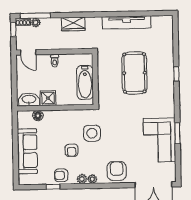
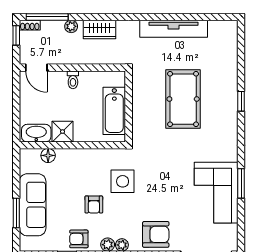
plant: (36, 22) -> (71, 26), moved
window: (16, 157) -> (16, 213), added
armchair: (117, 171) -> (156, 234), turned 90

